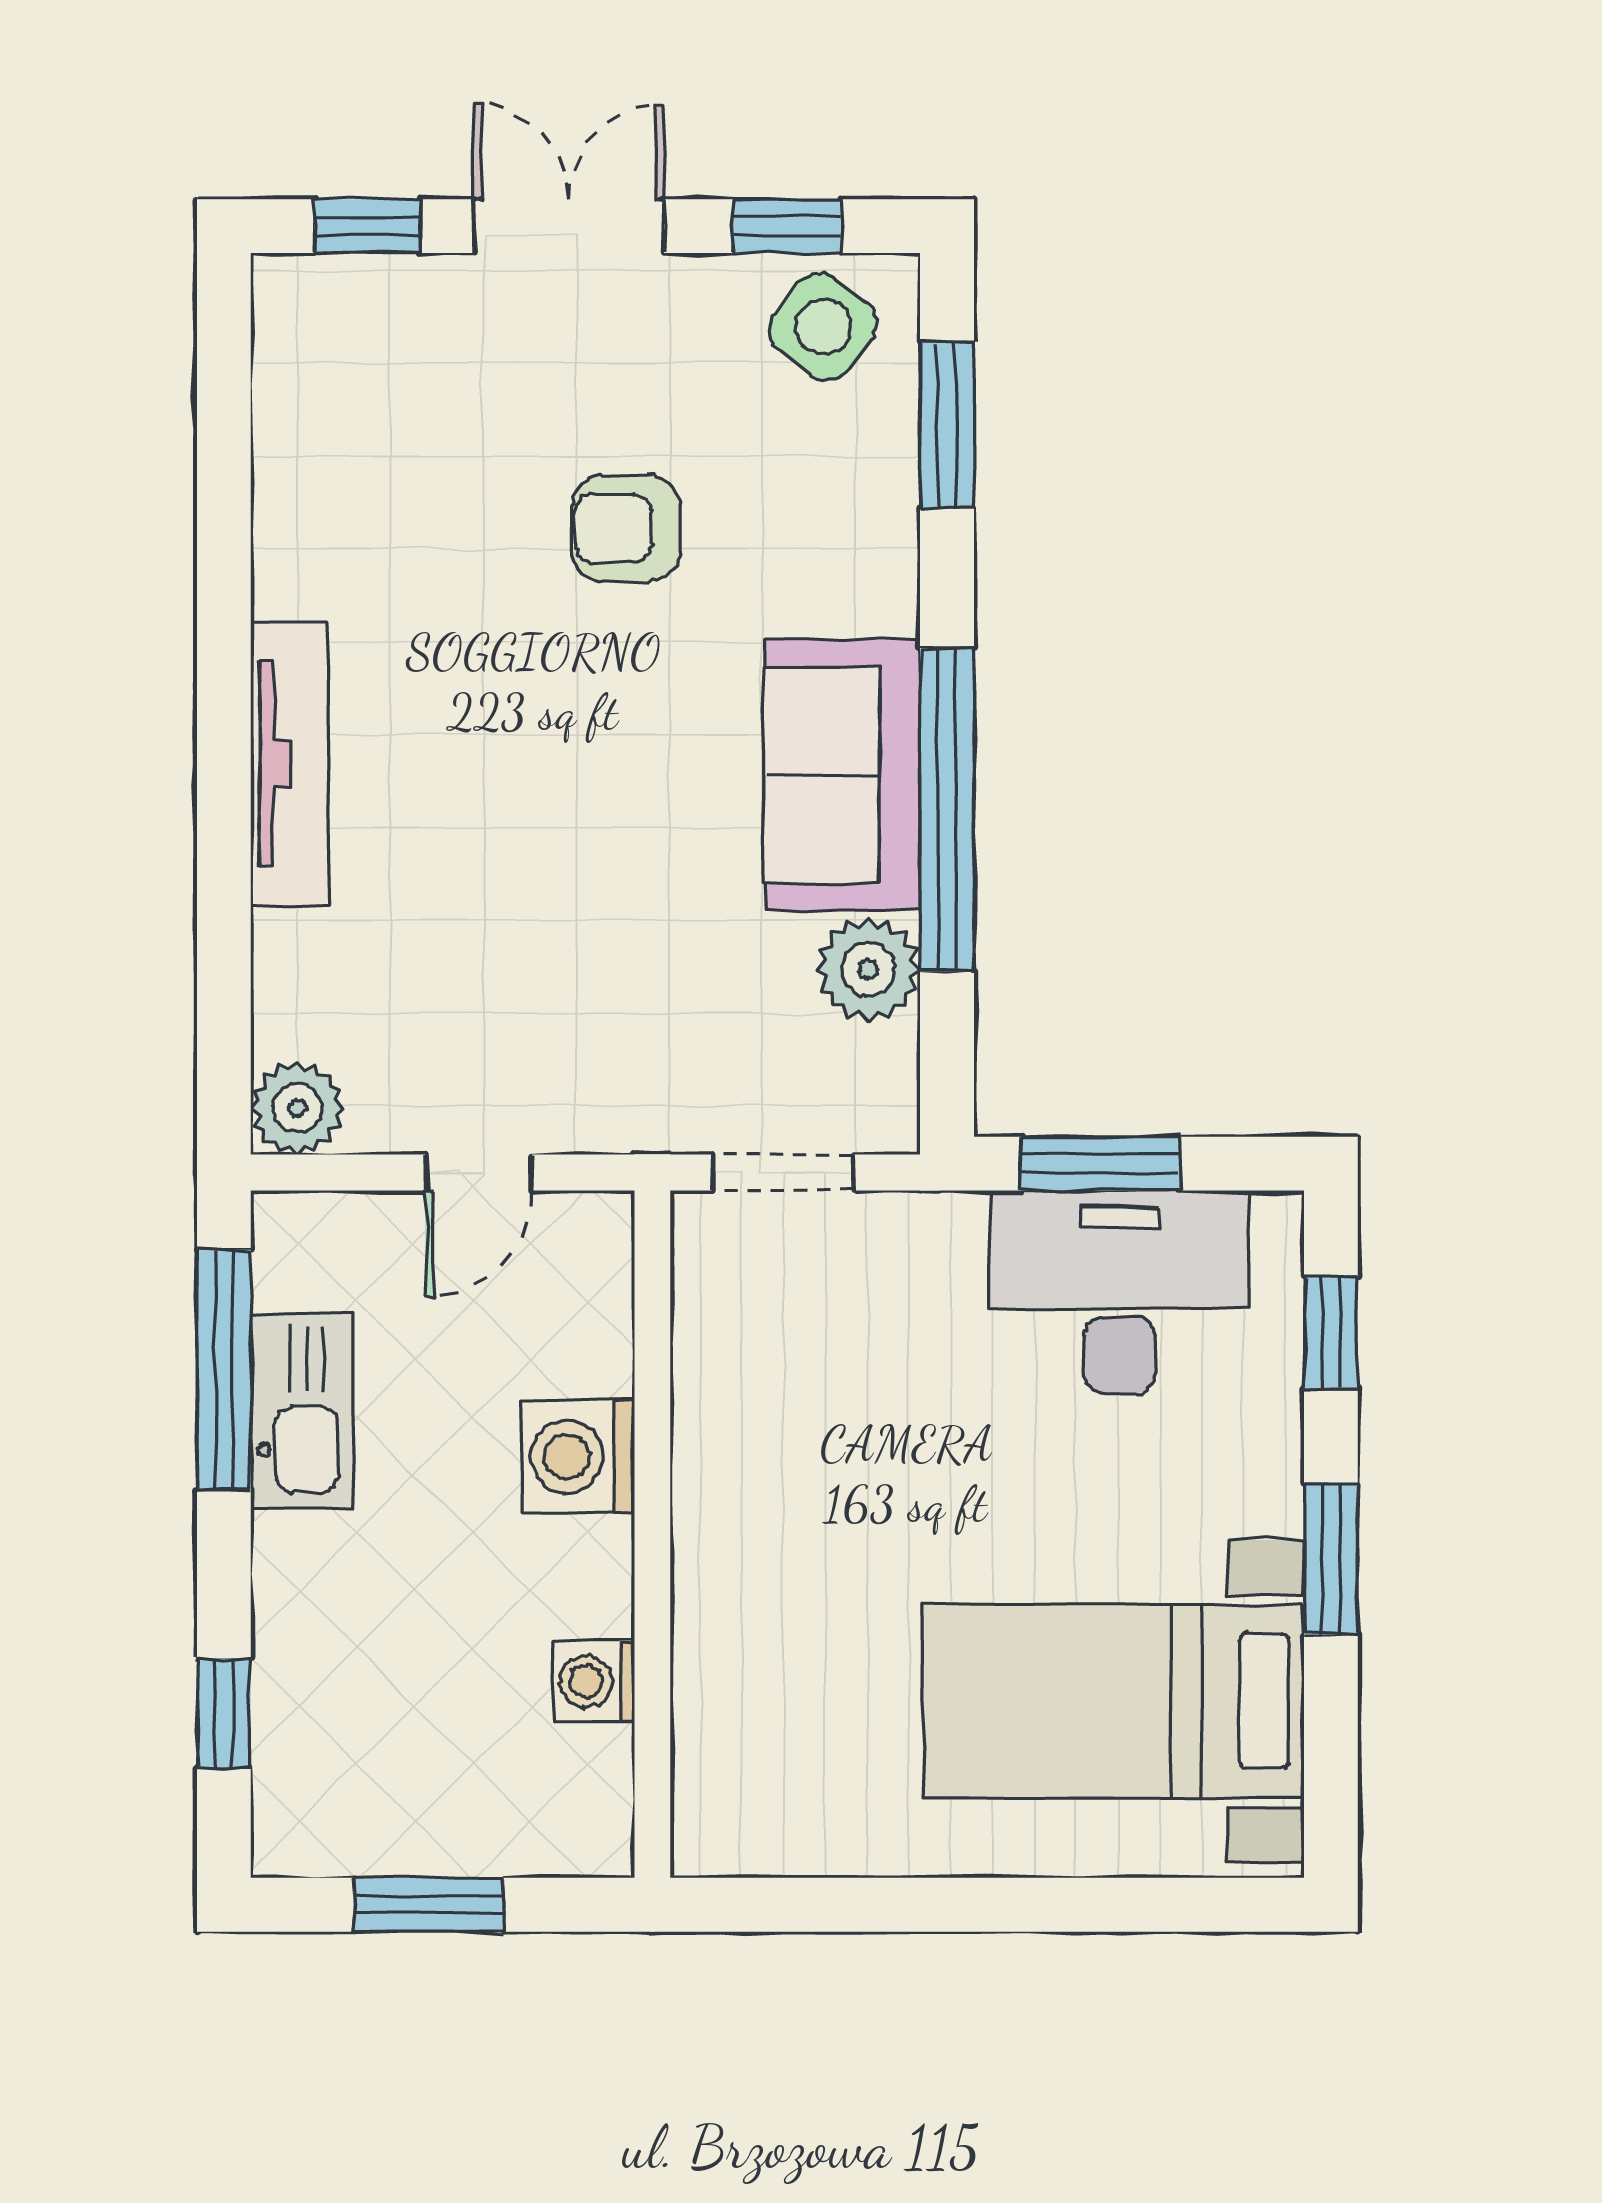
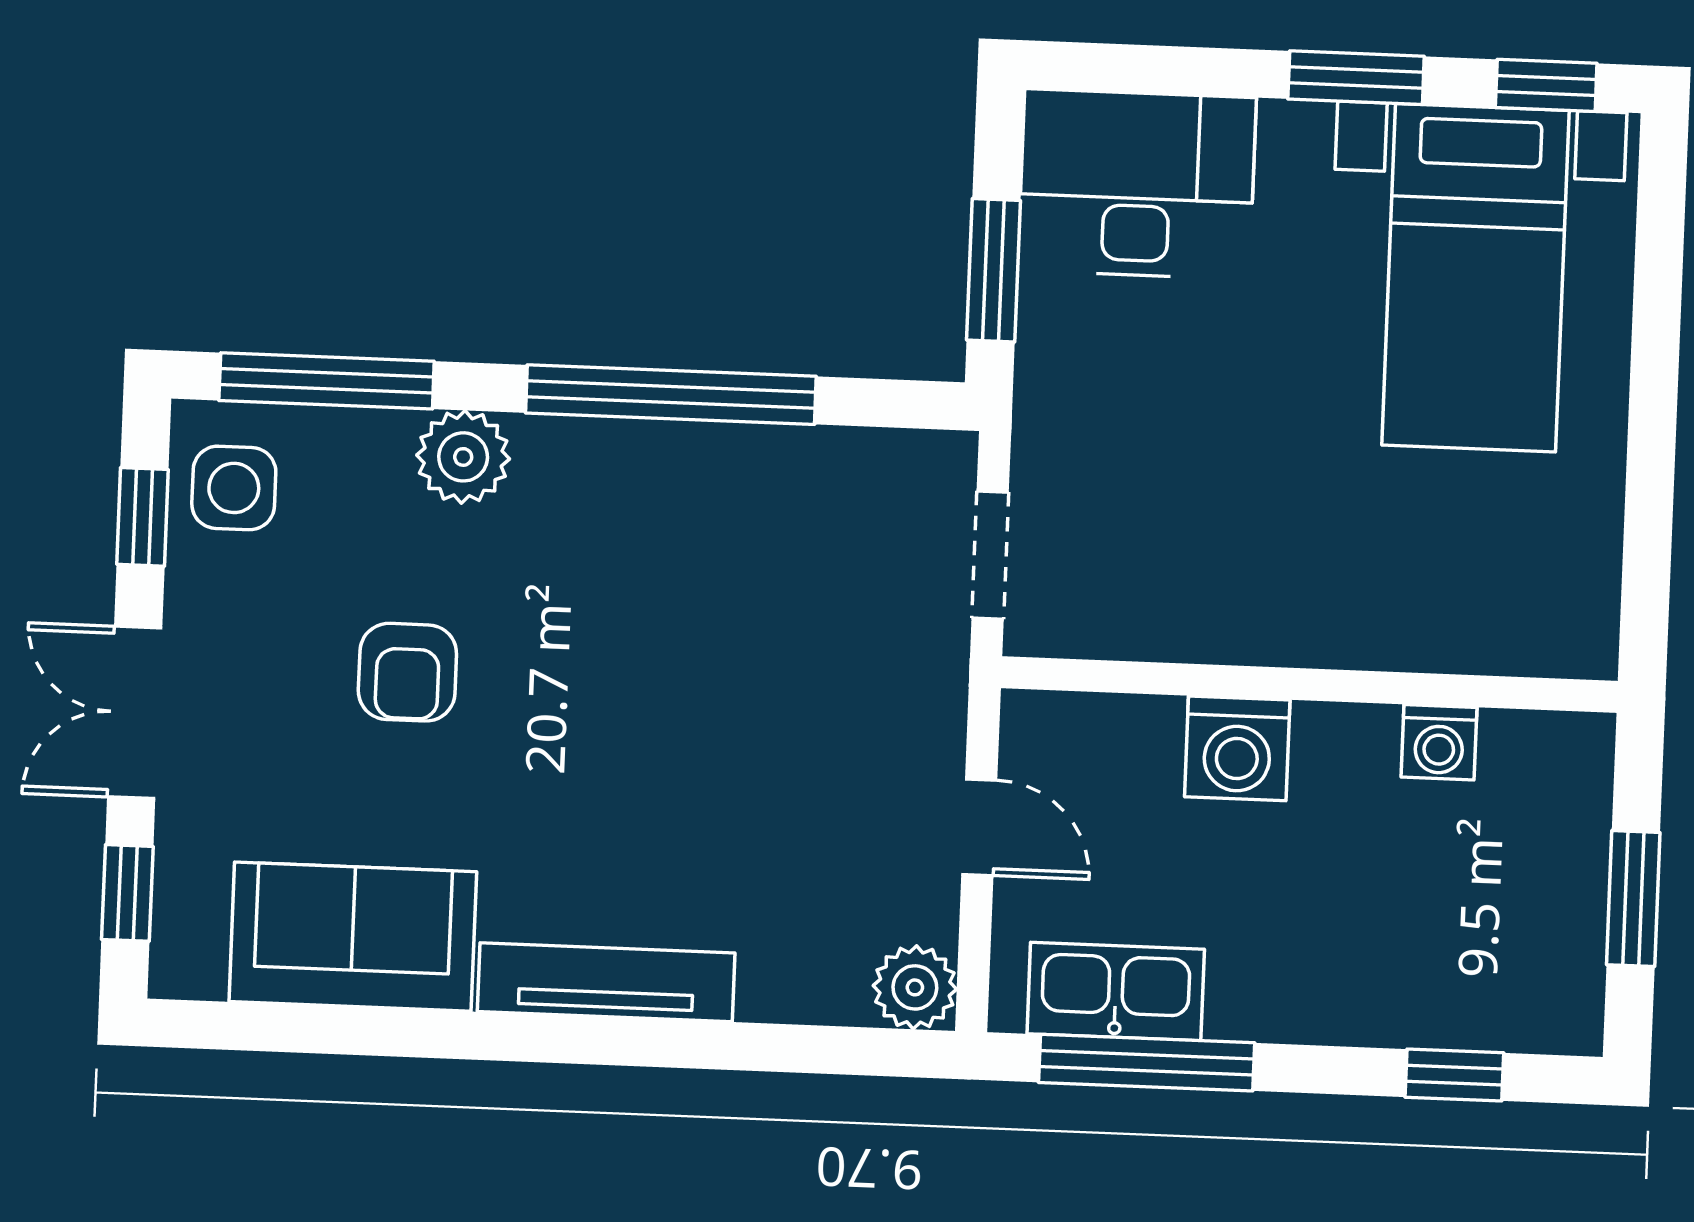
side table: (823, 327) -> (234, 488), turned -37
window: (947, 425) -> (327, 381), width x1.44
sofa: (842, 775) -> (353, 937), moved, turned 180
plant: (868, 969) -> (463, 457), moved
desk: (1120, 1292) -> (1137, 184), moved, turned 90
window: (1331, 1332) -> (1546, 85), moved
kitchen sink: (302, 1411) -> (1116, 991), moved

